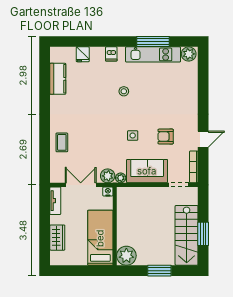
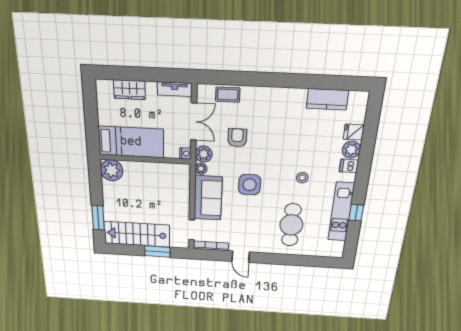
window: (153, 42) -> (356, 213), width x0.46
plant: (189, 54) -> (351, 150), moved
cafe table: (168, 96) -> (291, 225), added
side table: (133, 136) -> (250, 185), width x1.87, depth x1.87
armchair: (166, 137) -> (237, 138), moved
coffee table: (62, 142) -> (228, 95), moved
window: (203, 234) -> (157, 252), moved
window: (159, 271) -> (98, 218), moved

